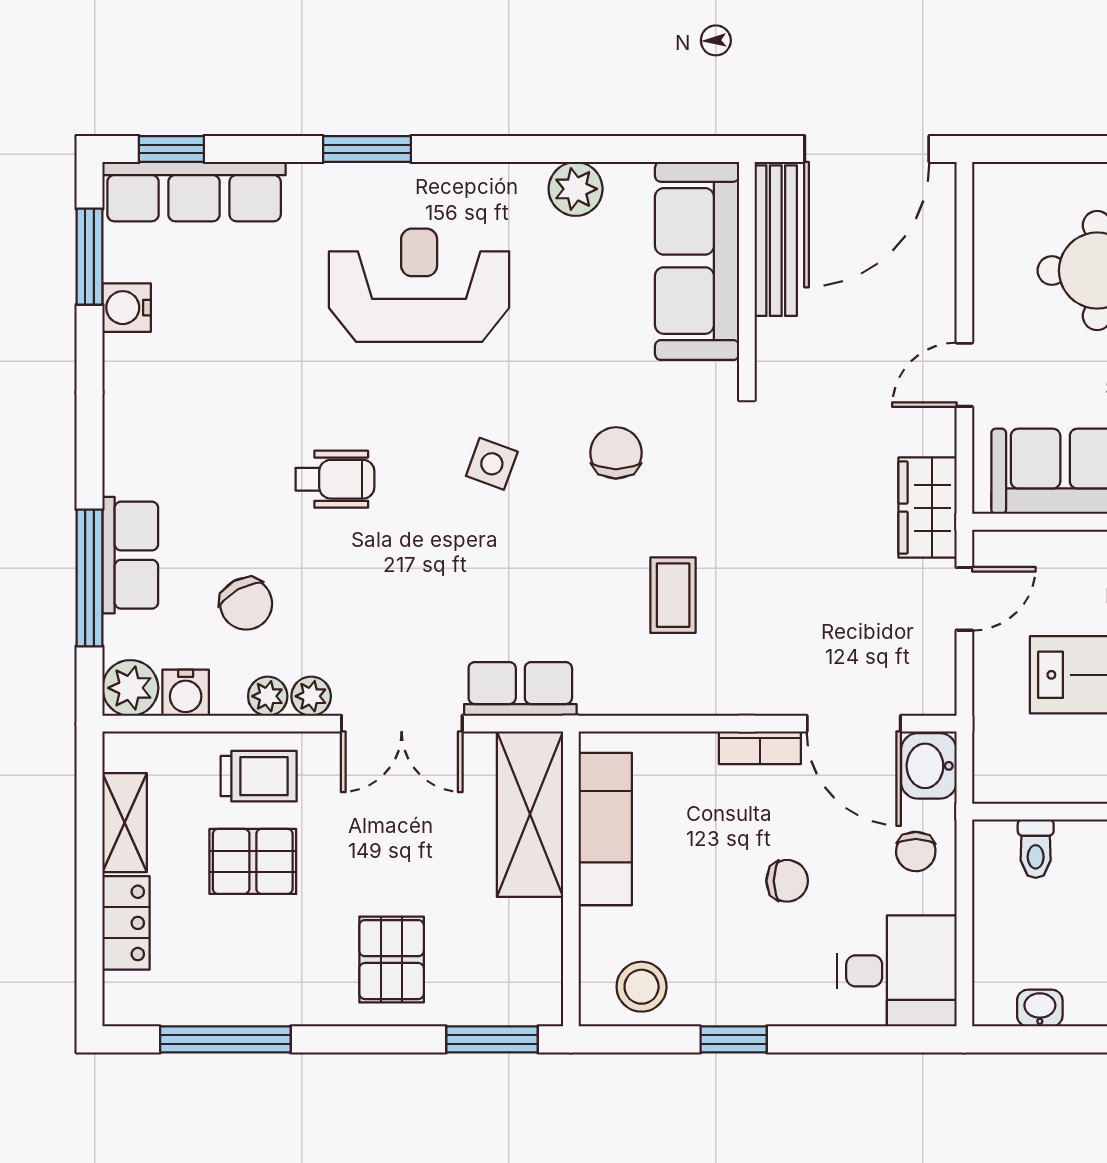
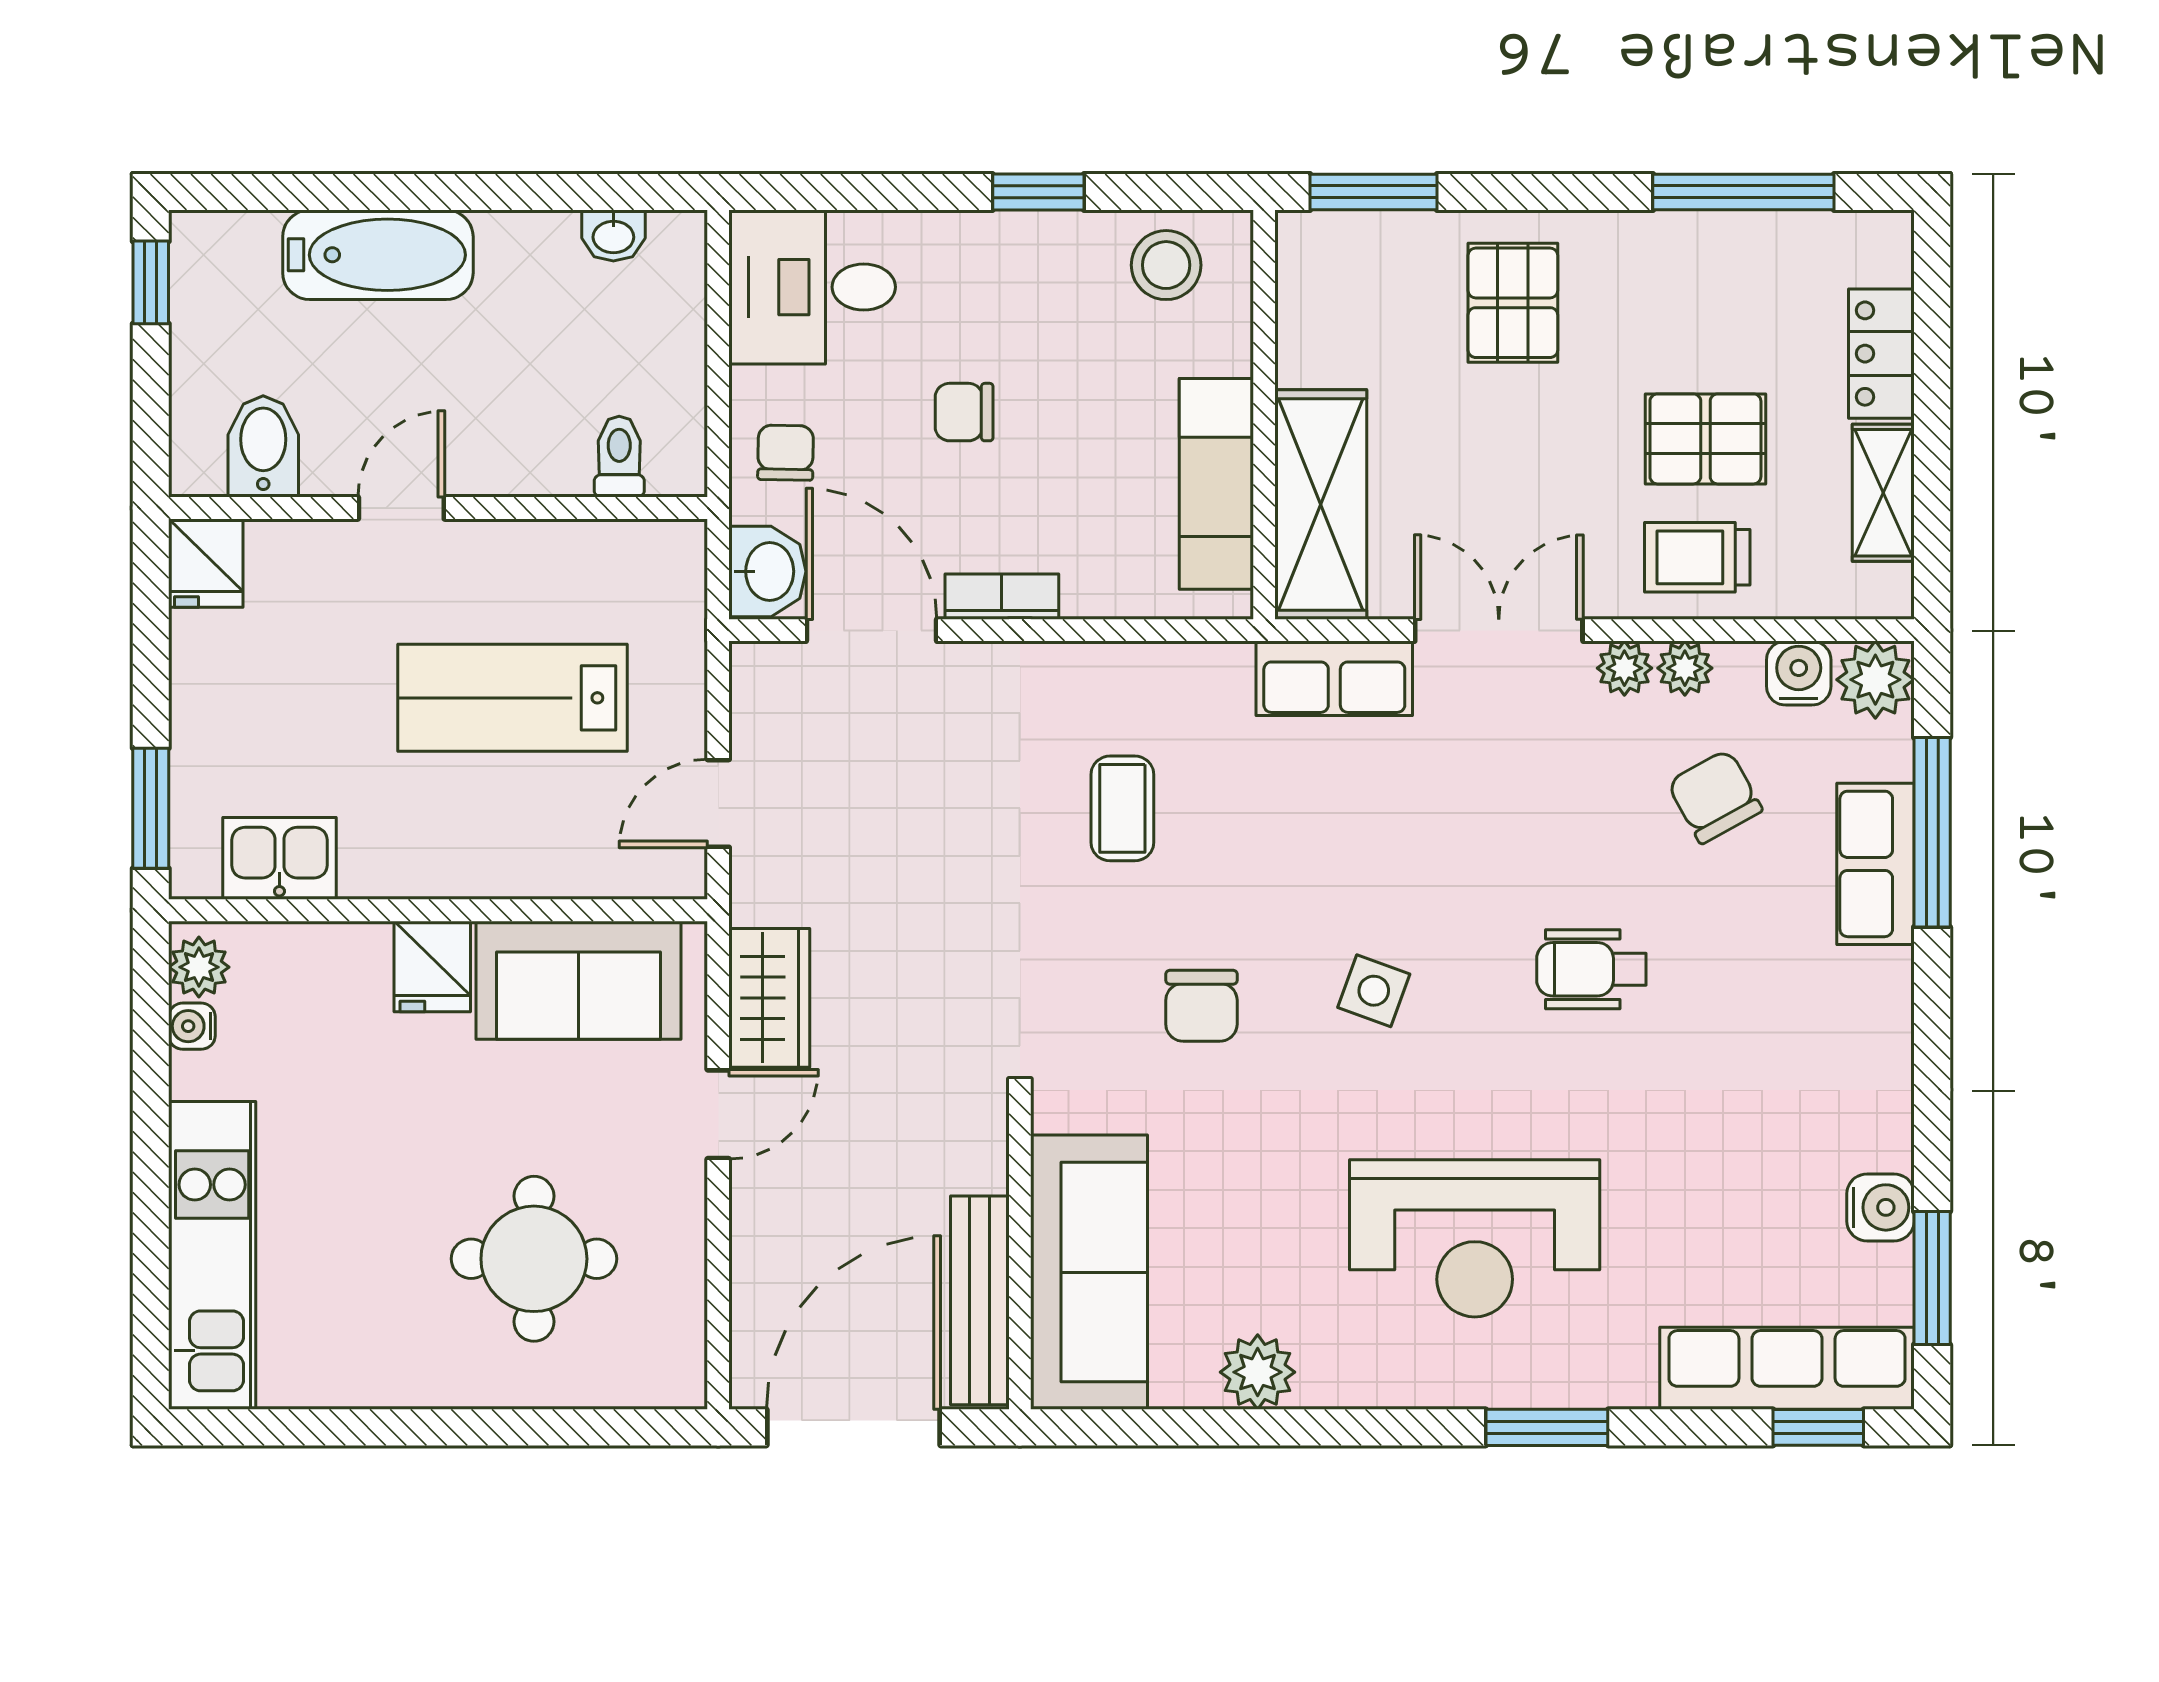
wardrobe: (927, 508) -> (769, 998), moved

